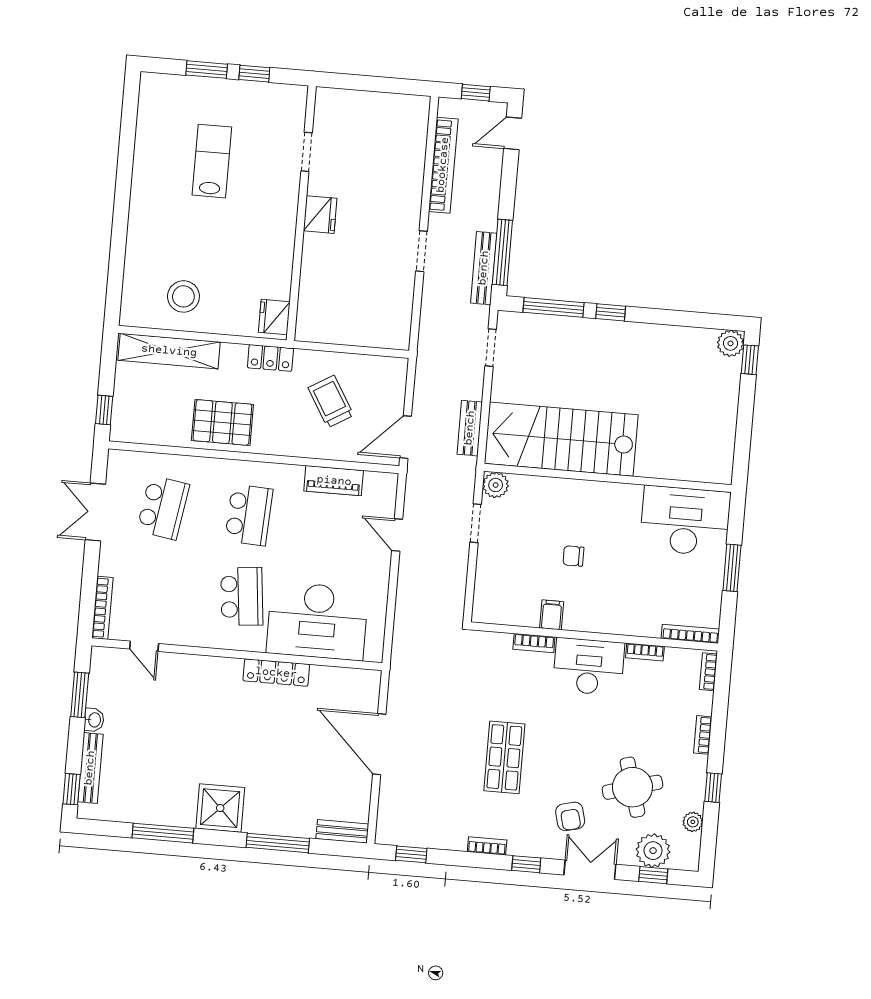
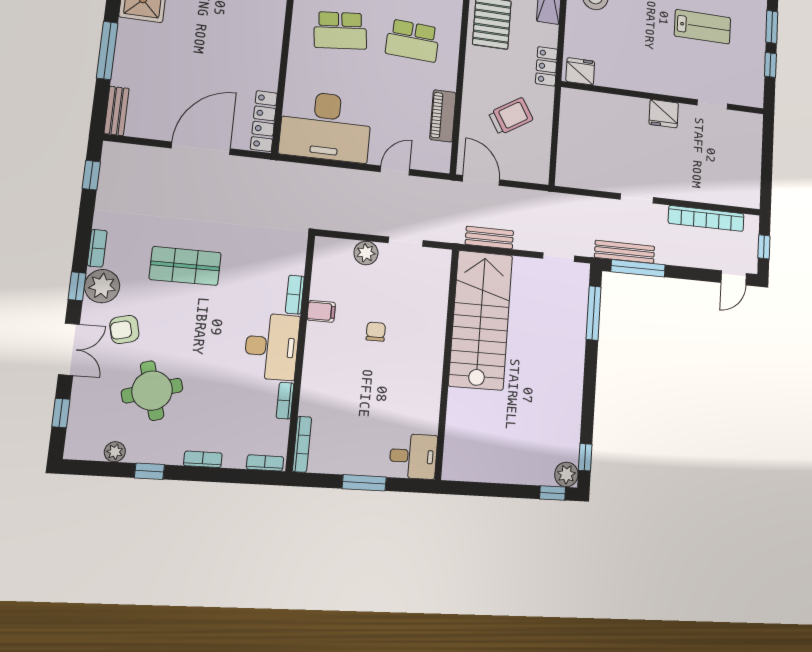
door: (513, 133) -> (734, 278), swing flipped
window: (611, 312) -> (585, 457), moved
plant: (496, 485) -> (366, 253), moved
desk: (685, 521) -> (413, 456), width x0.53, depth x0.77
desk: (317, 621) -> (326, 126), moved, turned -90
locker: (276, 673) -> (264, 121), moved
plant: (653, 851) -> (102, 286), moved

